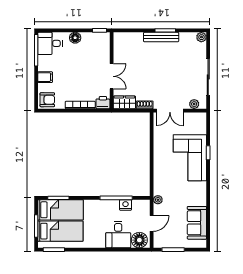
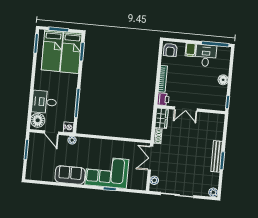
desk: (50, 43) -> (206, 56), moved
nightstand: (125, 205) -> (69, 127), moved
sofa: (197, 223) -> (70, 175), moved

